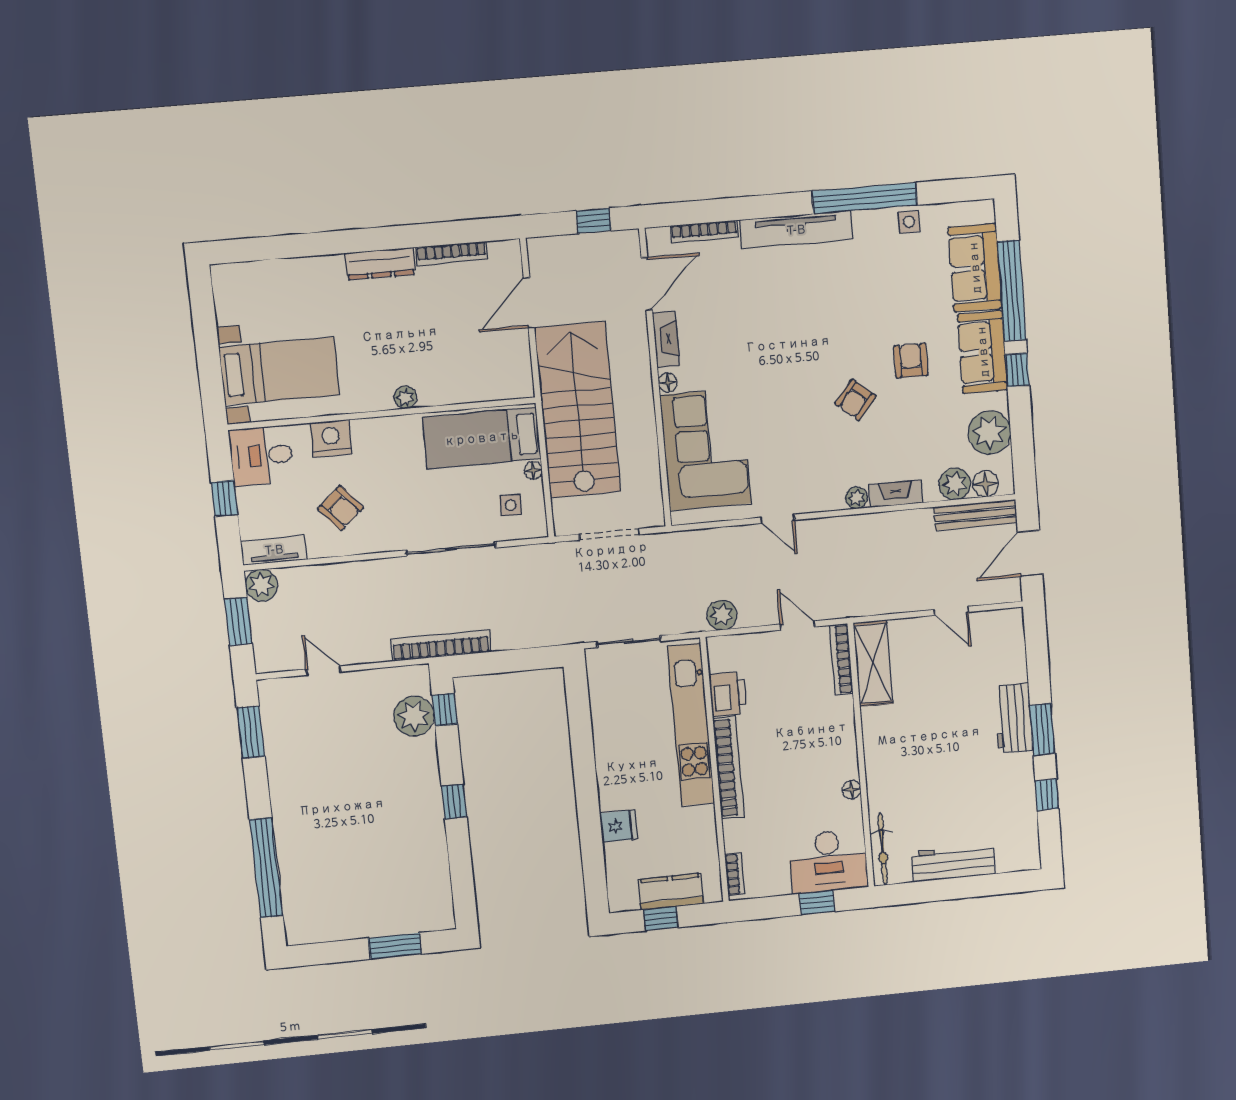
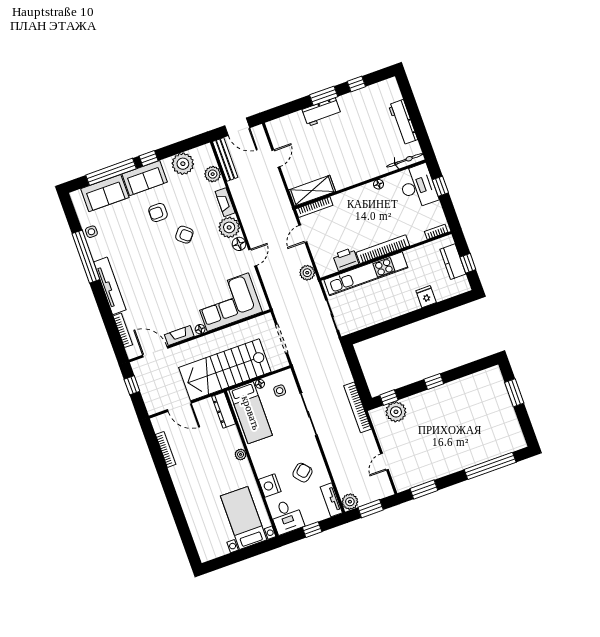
dresser: (380, 264) -> (224, 410), moved, turned 180
floor lamp: (985, 484) -> (239, 244), moved
plant: (857, 498) -> (229, 227), width x1.88, depth x1.88

